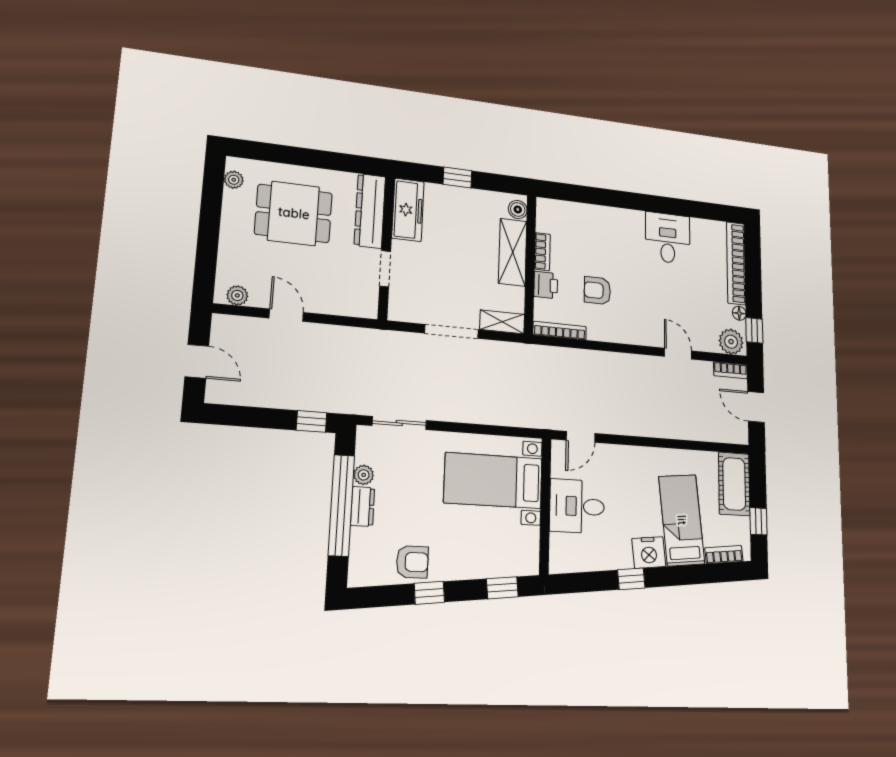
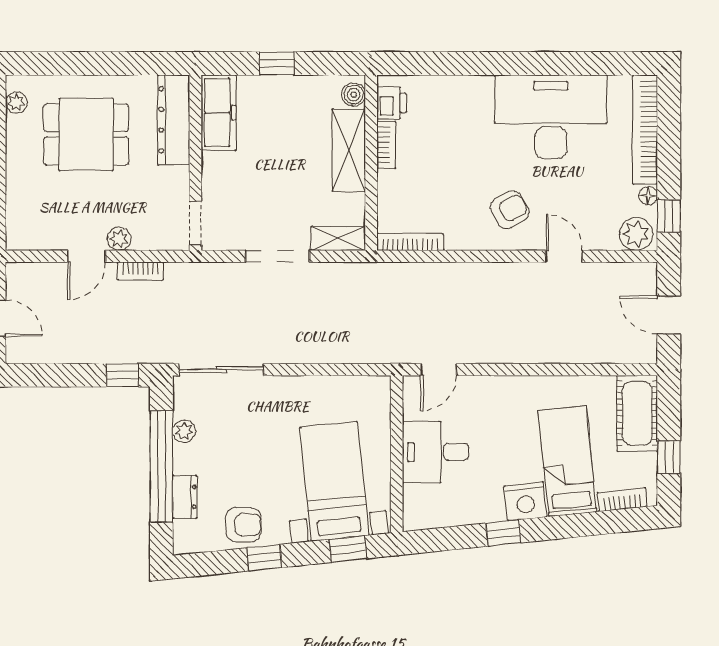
desk: (668, 238) -> (551, 117), width x1.87, depth x1.30
doorway: (385, 269) -> (195, 223), moved
printer: (546, 285) -> (391, 103), moved
armchair: (597, 291) -> (510, 210), moved, turned 151
plant: (237, 295) -> (119, 239), moved
door: (286, 315) -> (86, 256), swing flipped
bookcase: (730, 370) -> (140, 271), moved
sliding door: (399, 423) -> (221, 370), width x1.37
bed with nightstands: (493, 481) -> (334, 481), moved, turned 84
dresser: (363, 506) -> (185, 497), moved

